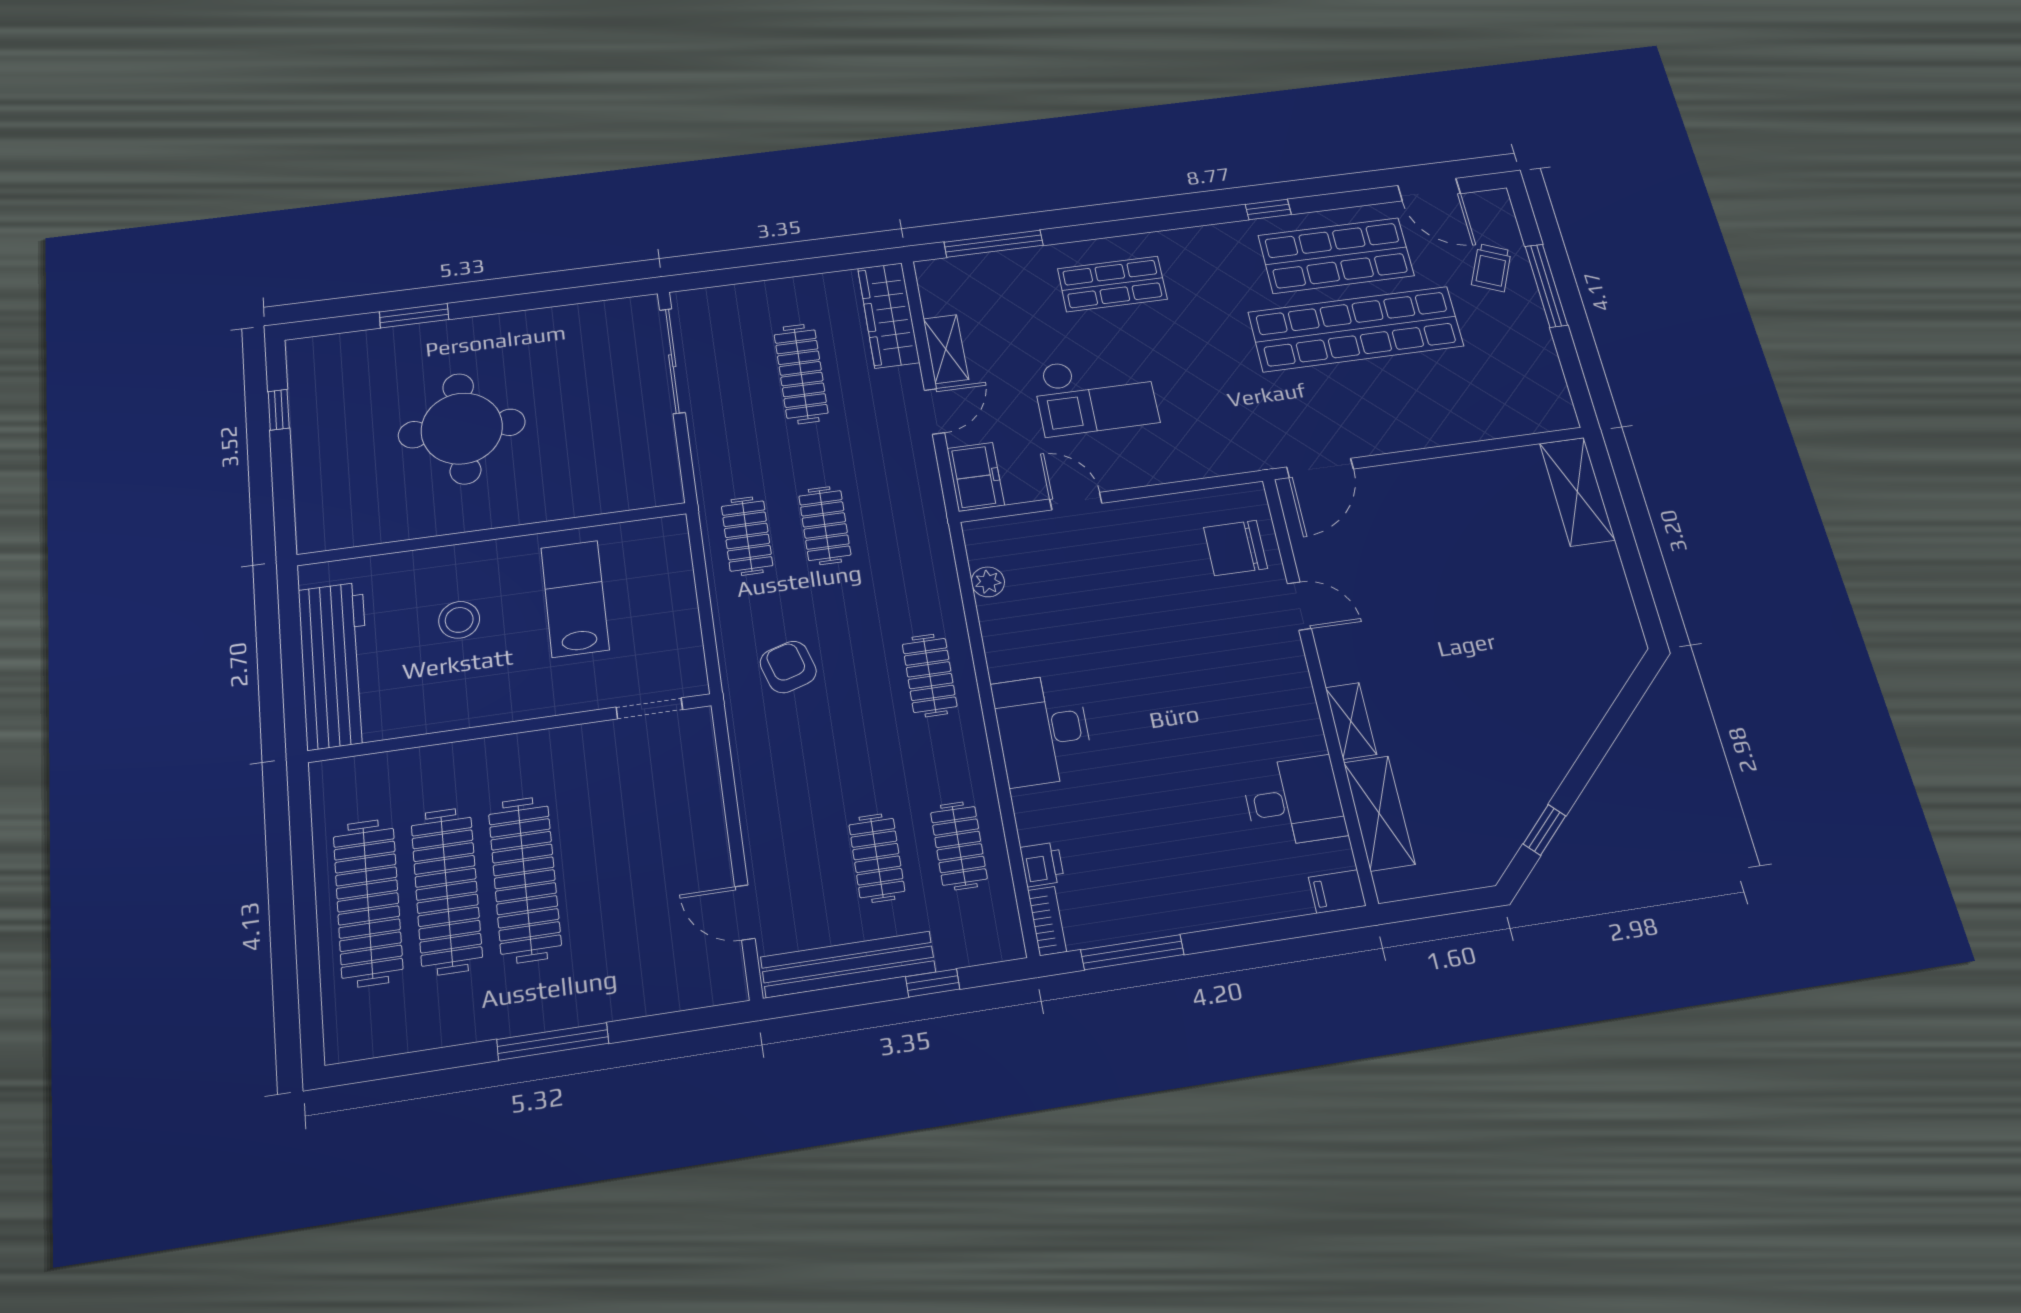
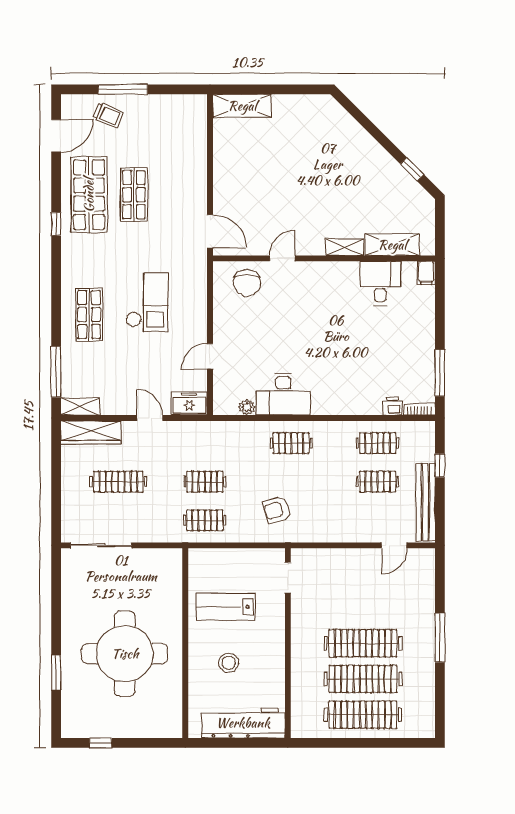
shop shelf: (1356, 329) -> (134, 195), width x0.50, depth x0.74
shelving: (946, 349) -> (80, 406), moved
checkout: (1095, 394) -> (147, 302), moved
round table: (462, 428) -> (125, 654), width x1.36, depth x1.36
desk: (1043, 730) -> (283, 394), moved

